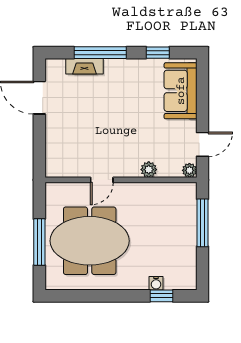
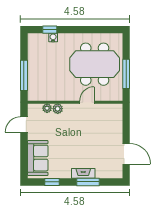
window: (100, 53) -> (88, 182), width x0.69
fireplace: (84, 66) -> (83, 173), moved
plant: (189, 170) -> (47, 108), moved
window: (39, 242) -> (126, 74), moved

